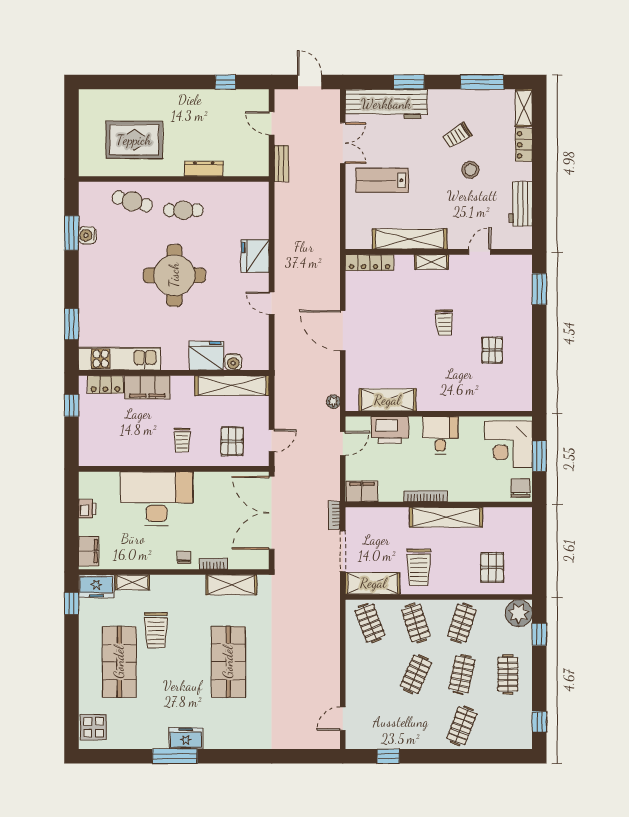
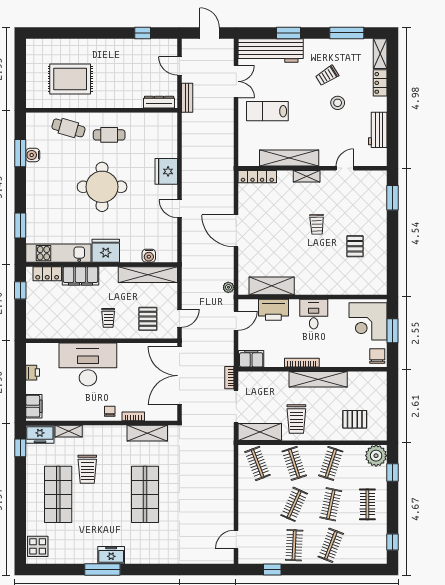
dresser: (204, 169) -> (159, 102), moved
fridge: (206, 356) -> (106, 251), moved
pallet: (492, 567) -> (355, 419), turned 90
clothes rail: (416, 726) -> (294, 545), added

